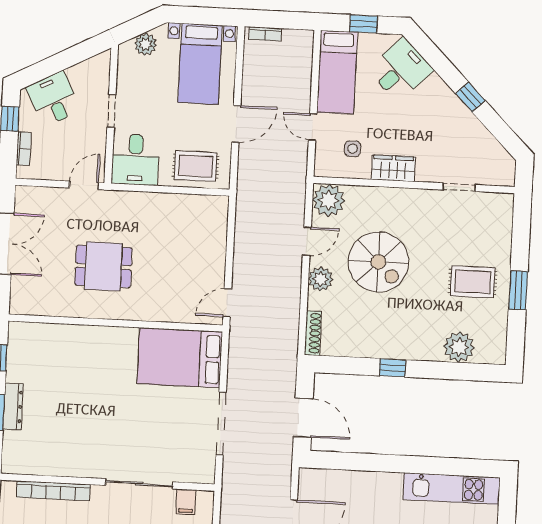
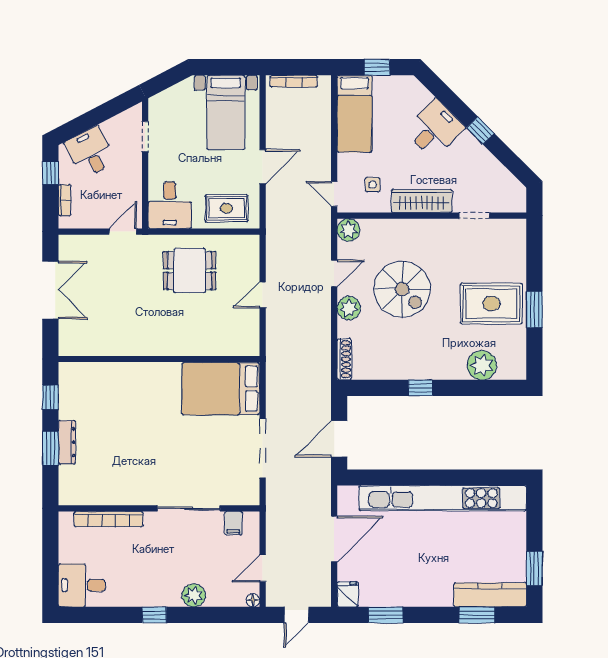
bookcase: (265, 34) -> (294, 81), width x1.56
plant: (146, 44) -> (174, 97), removed
desk: (401, 70) -> (434, 129), moved
doorway: (111, 111) -> (145, 137), moved
door: (313, 127) -> (334, 194), moved
wardrobe: (393, 168) -> (422, 201), width x1.50
plant: (329, 200) -> (349, 230), width x0.73, depth x0.73
dining table: (103, 266) -> (190, 271), moved
rug: (473, 282) -> (491, 303), width x1.36, depth x1.43
door: (227, 303) -> (263, 295), moved
door: (303, 418) -> (339, 439), swing flipped
kitchen unit: (451, 489) -> (443, 498), width x1.86

